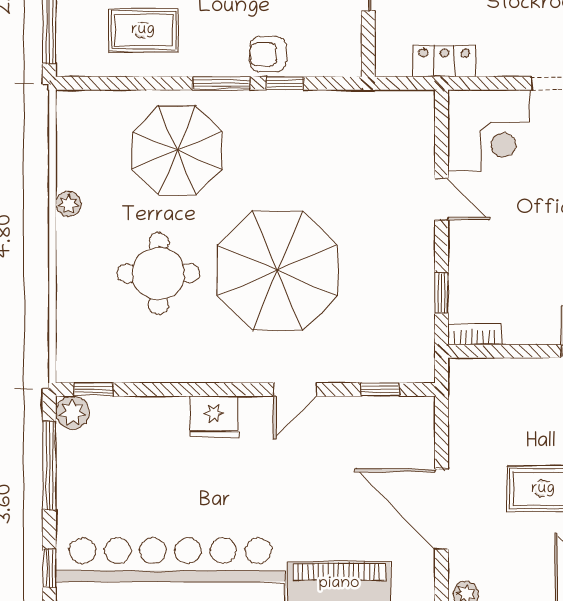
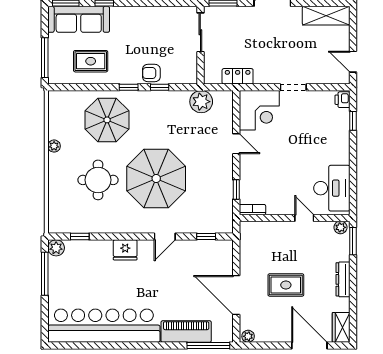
window: (221, 83) -> (129, 87), width x0.67
plant: (370, 113) -> (201, 102), added
window: (94, 389) -> (80, 237), moved
window: (49, 568) -> (45, 324), removed

